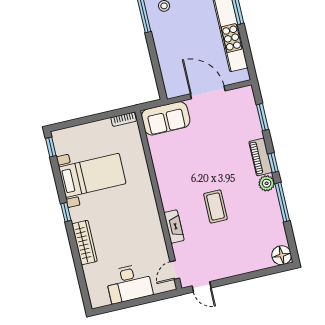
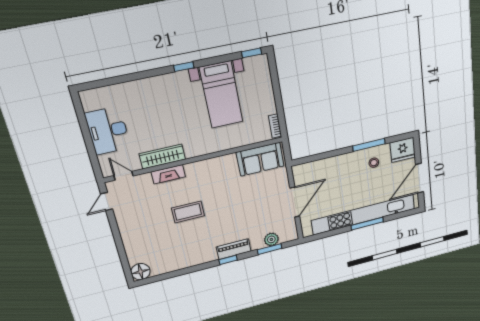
sofa: (166, 118) -> (260, 159), moved, turned -90
plant: (267, 183) -> (271, 239), moved
window: (282, 202) -> (191, 269), removed
wardrobe: (85, 243) -> (162, 157), moved, turned 180

